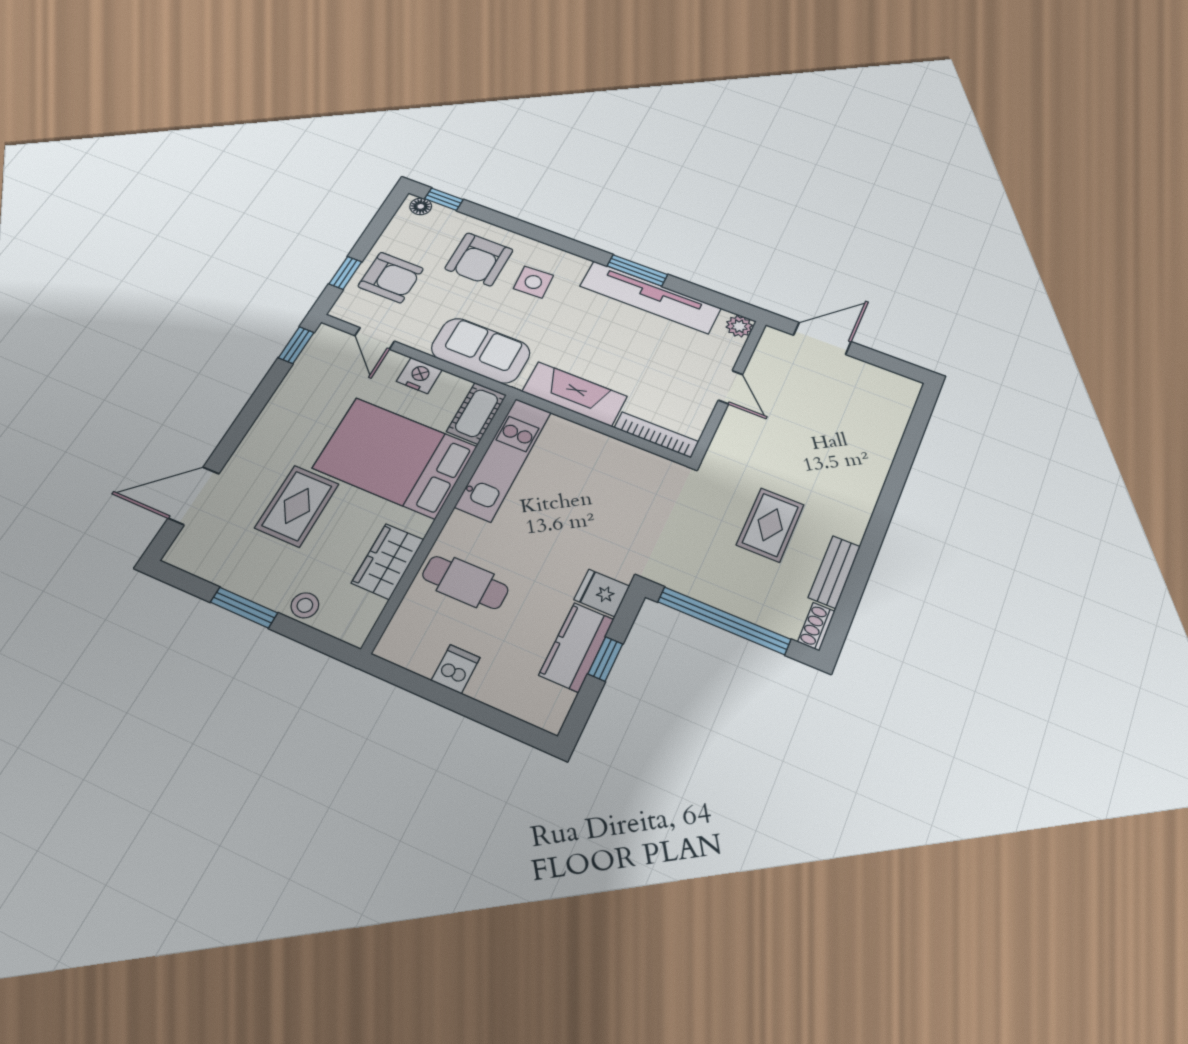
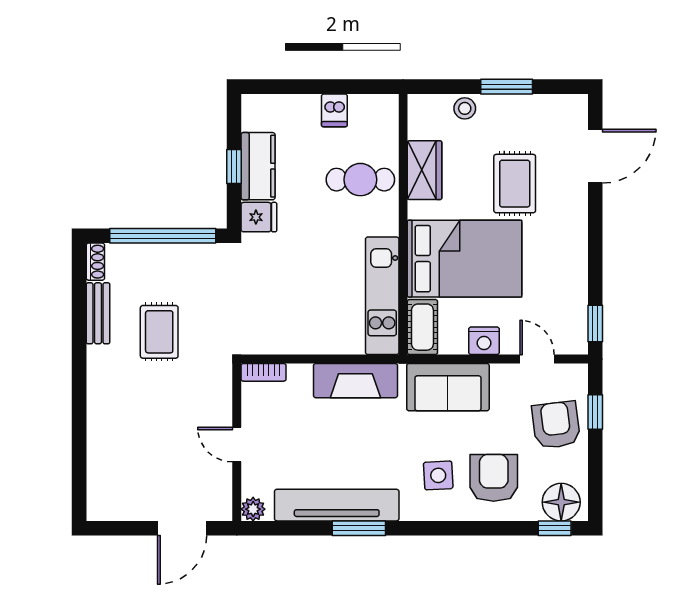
floor lamp: (421, 206) -> (561, 502), width x1.89, depth x1.89
armchair: (391, 277) -> (556, 425), turned 83
bookcase: (656, 435) -> (264, 372), width x0.64

